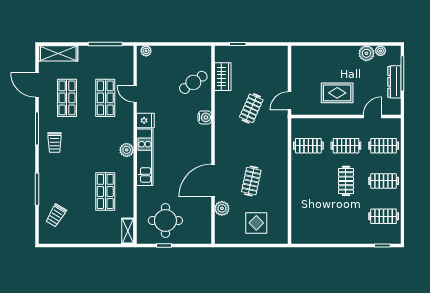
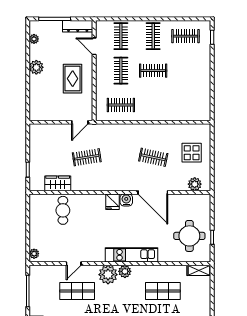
plant: (366, 53) -> (36, 67), moved
cafe table: (193, 82) -> (63, 210), turned 35
dresser: (394, 82) -> (78, 26), moved
door: (290, 101) -> (80, 122), hinge flipped
clothes rail: (251, 108) -> (87, 157), turned -33
water cooler: (205, 117) -> (126, 200), moved
fridge: (145, 120) -> (113, 202), moved, turned 180
plant: (123, 132) -> (108, 275), added
clothes rail: (308, 146) -> (121, 105), turned 90
plant: (222, 208) -> (195, 184), moved
clothes rail: (384, 216) -> (185, 36), turned 90

